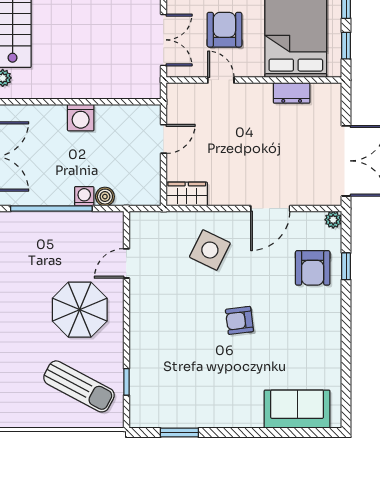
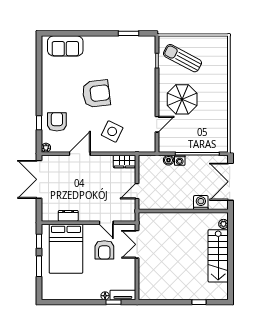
washing machine: (81, 118) -> (201, 203), moved
armchair: (239, 320) -> (96, 94), width x1.88, depth x1.88

